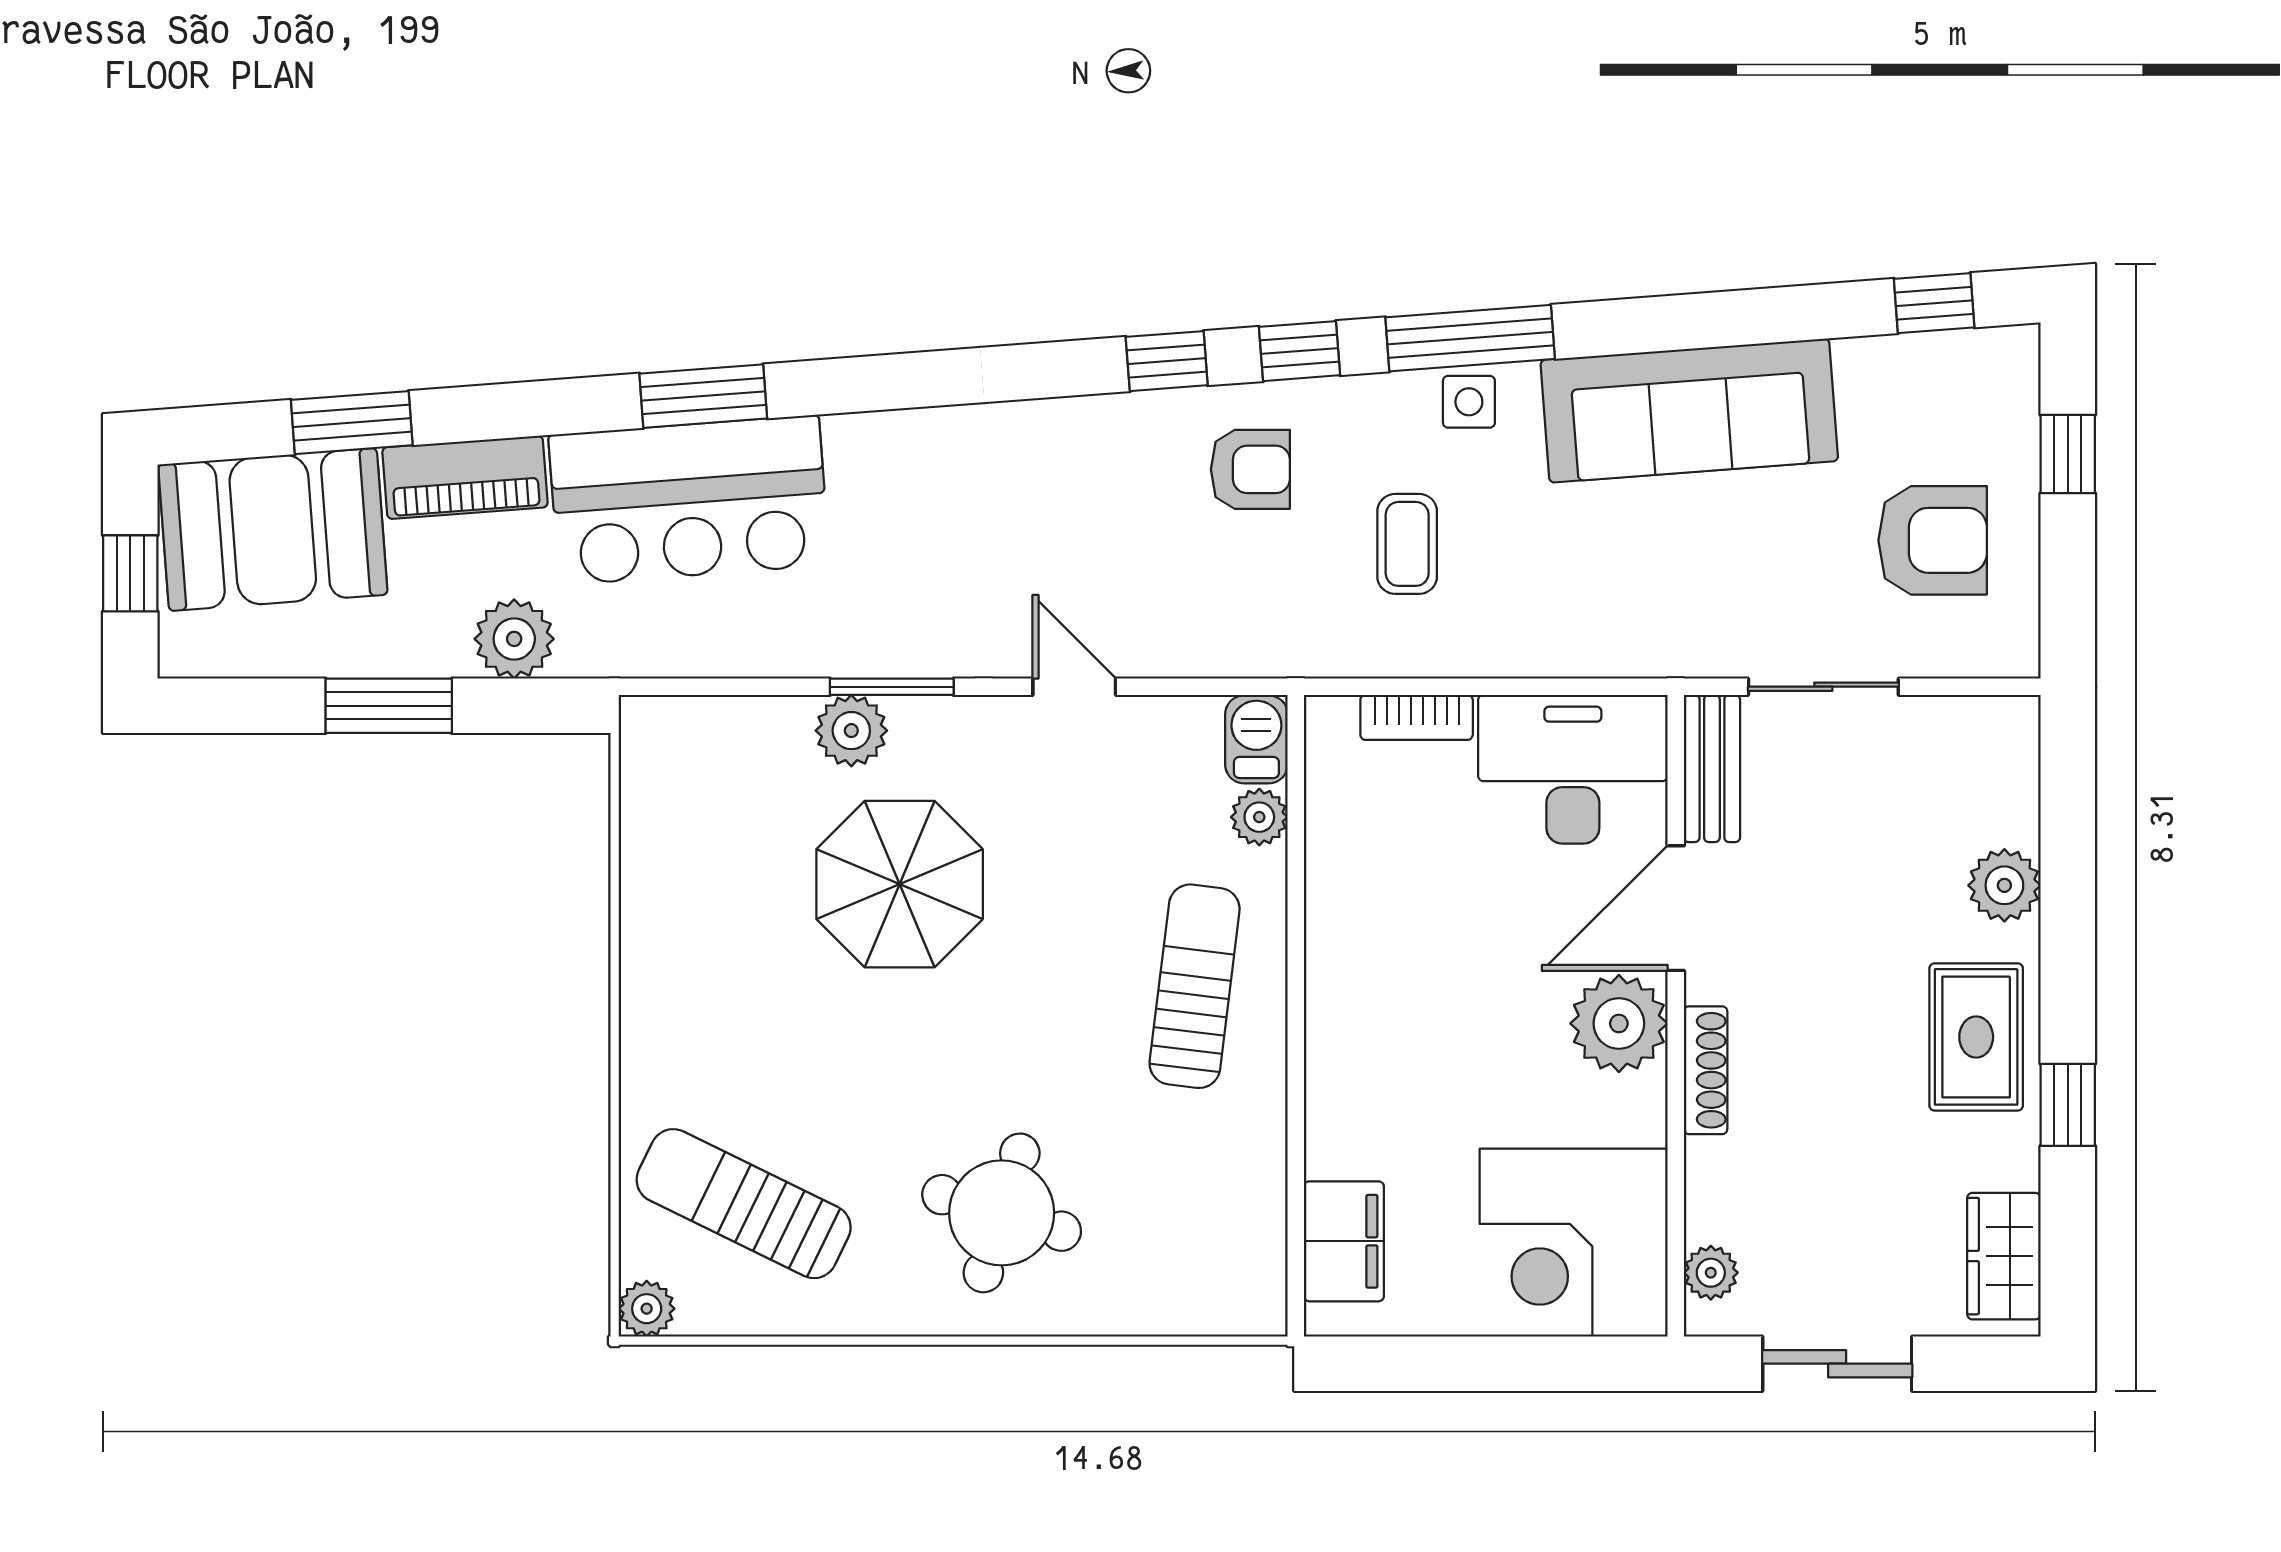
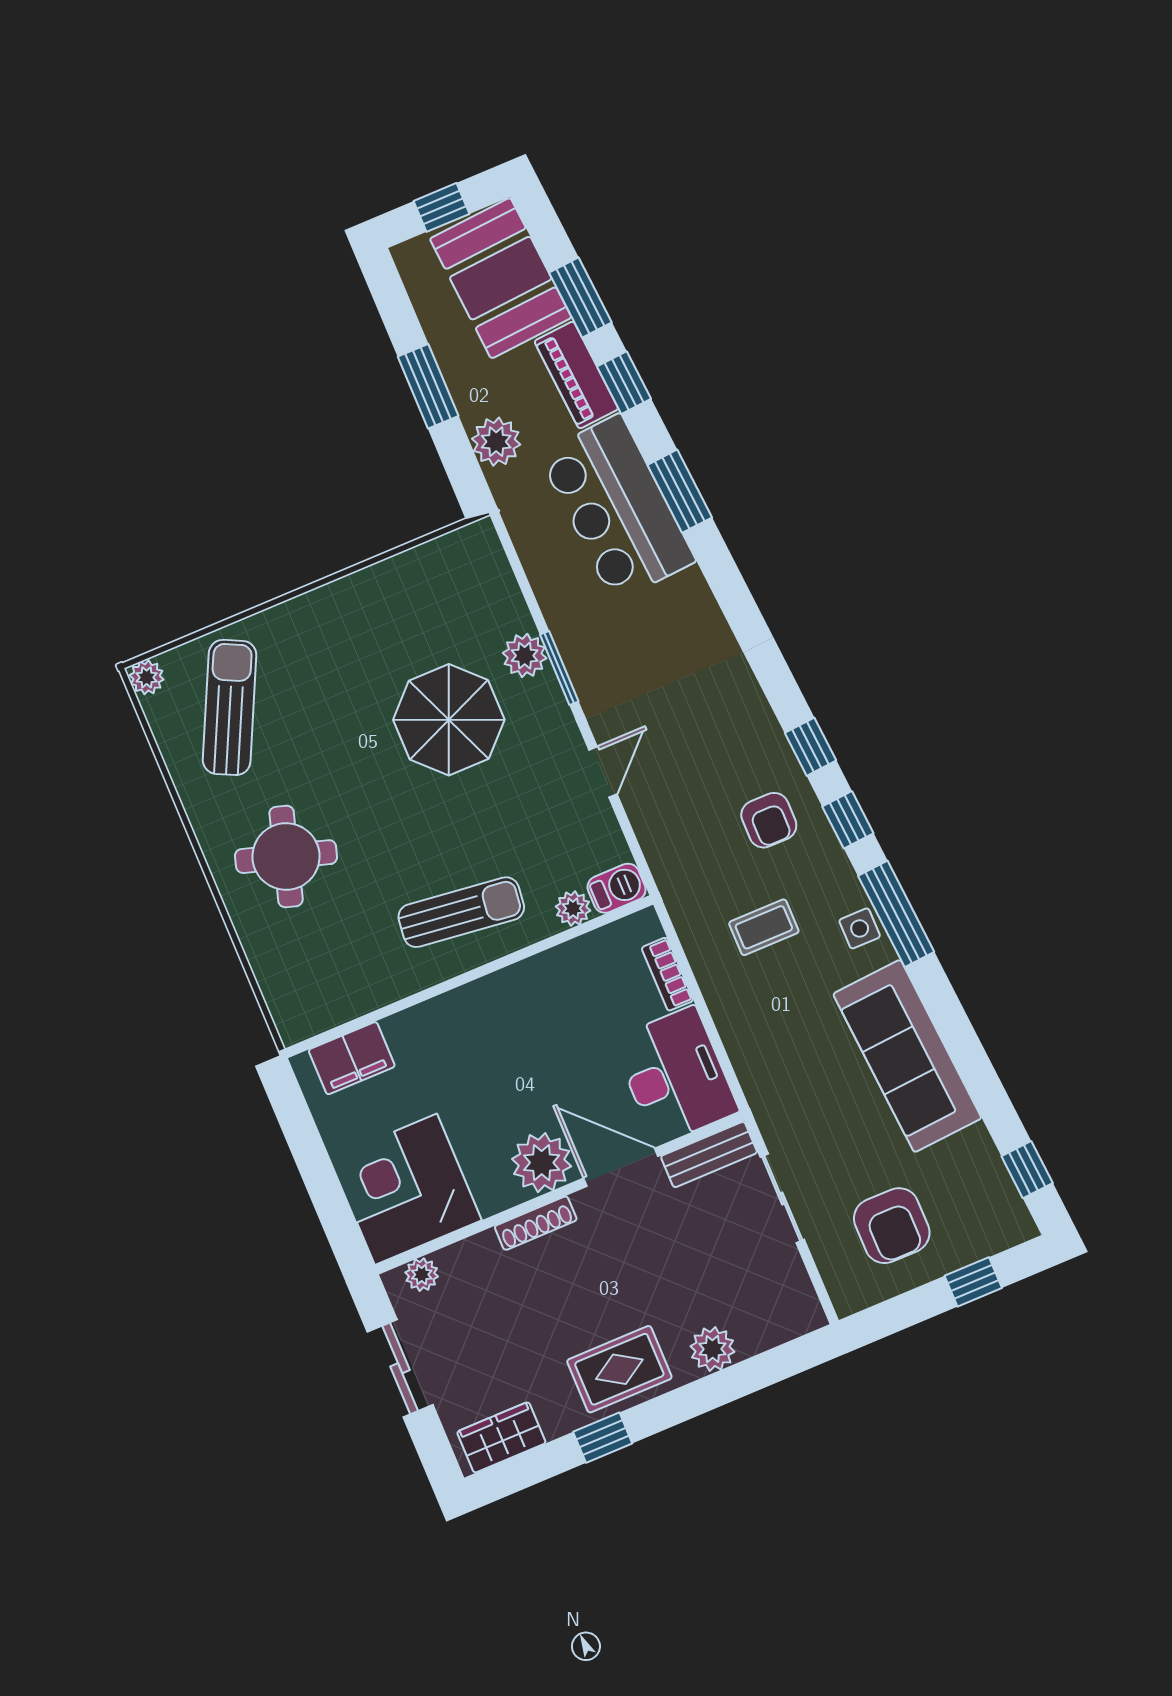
window: (506, 411) -> (624, 383), added

